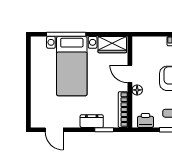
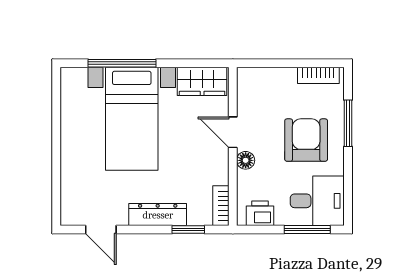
bookcase: (123, 110) -> (221, 206), width x0.64
dresser: (92, 121) -> (158, 215), width x1.44

